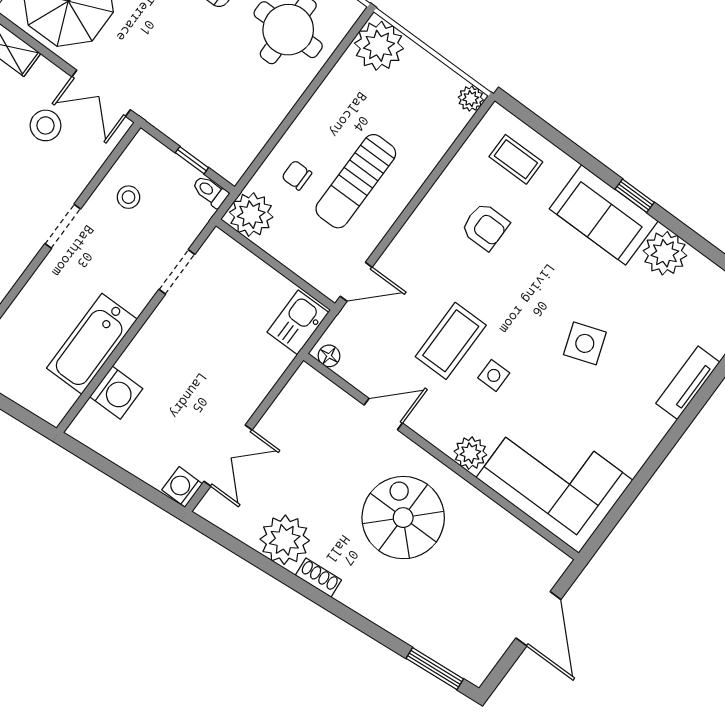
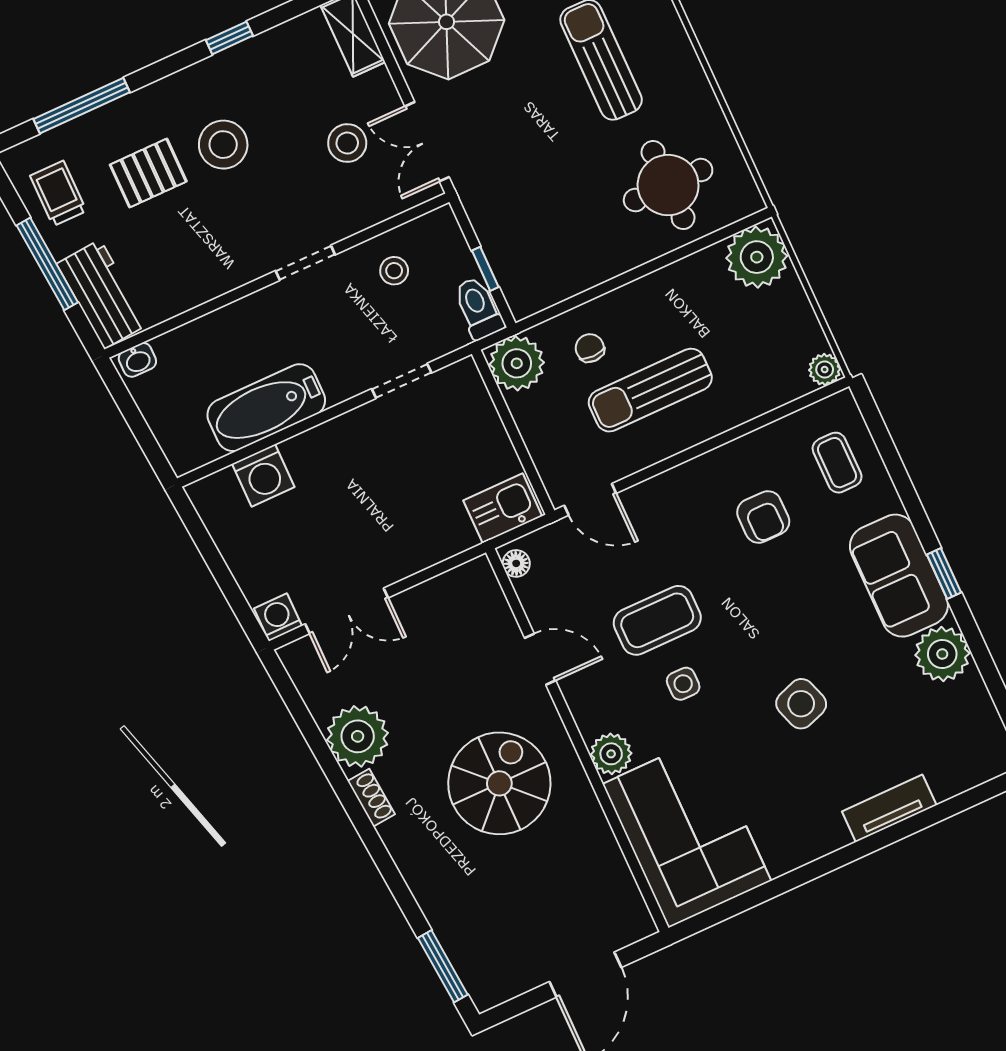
toilet: (210, 191) -> (478, 308), width x1.37, depth x1.39

